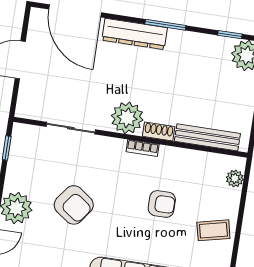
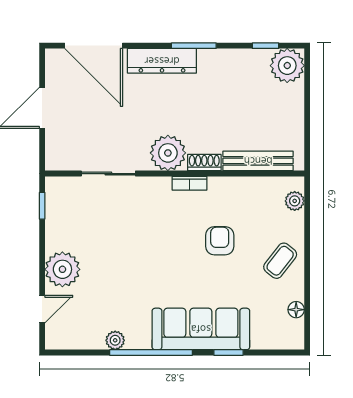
armchair: (162, 204) -> (220, 241), turned -90
armchair: (74, 205) -> (124, 256), removed
coffee table: (213, 230) -> (280, 261), turned -39

